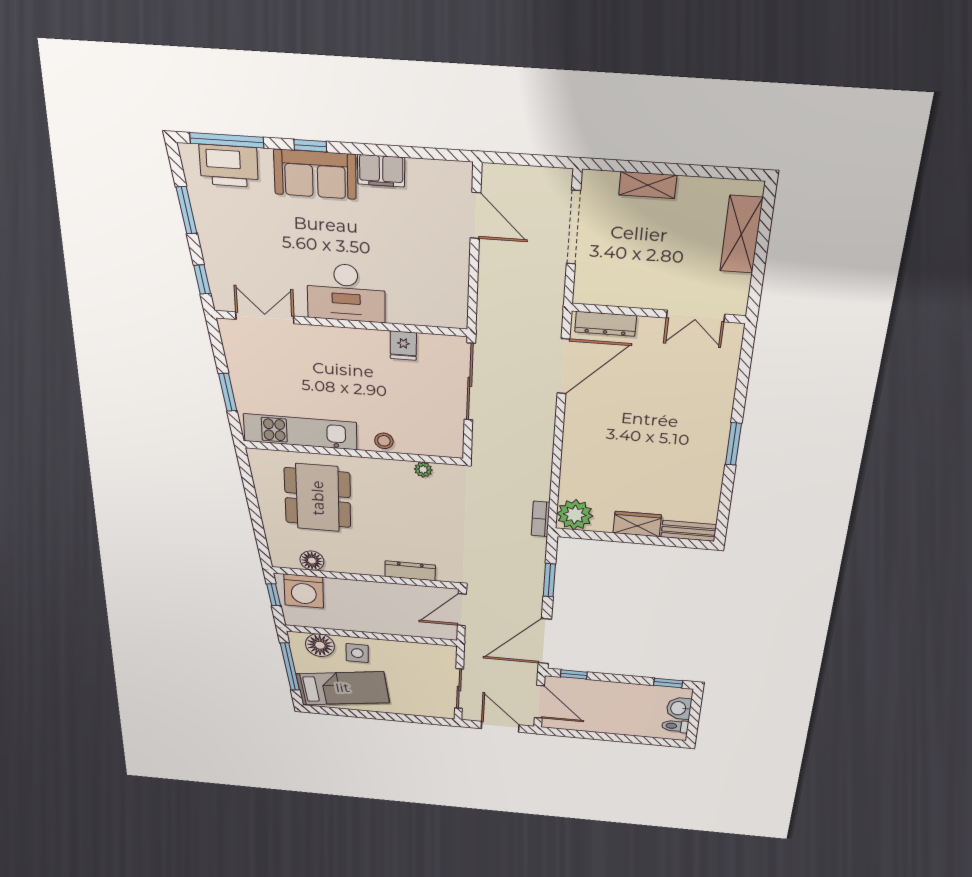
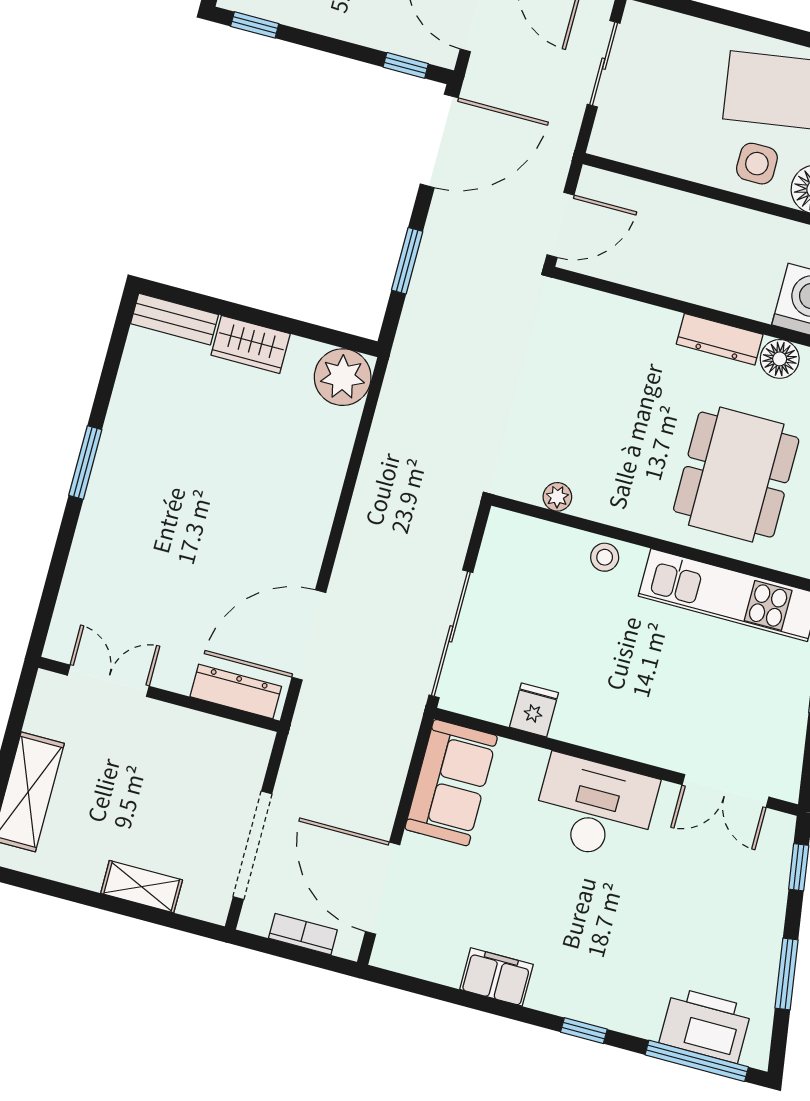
sofa: (315, 174) -> (451, 783), moved, turned 90
door: (476, 216) -> (383, 888), width x1.36
bookcase: (541, 519) -> (303, 934), moved, turned -90
dresser: (410, 571) -> (720, 339), moved

